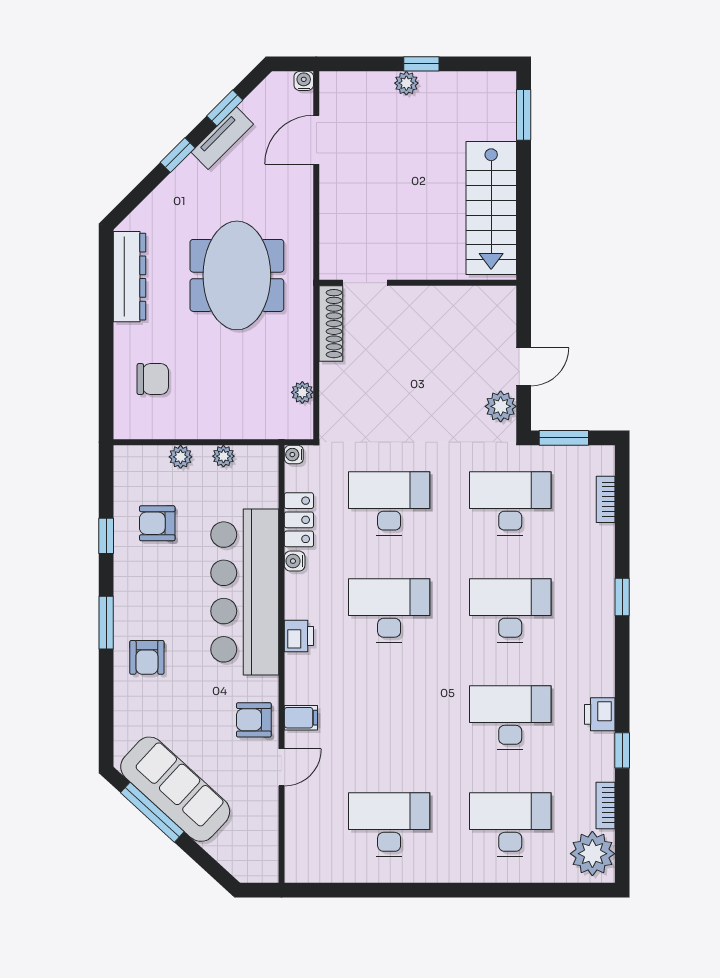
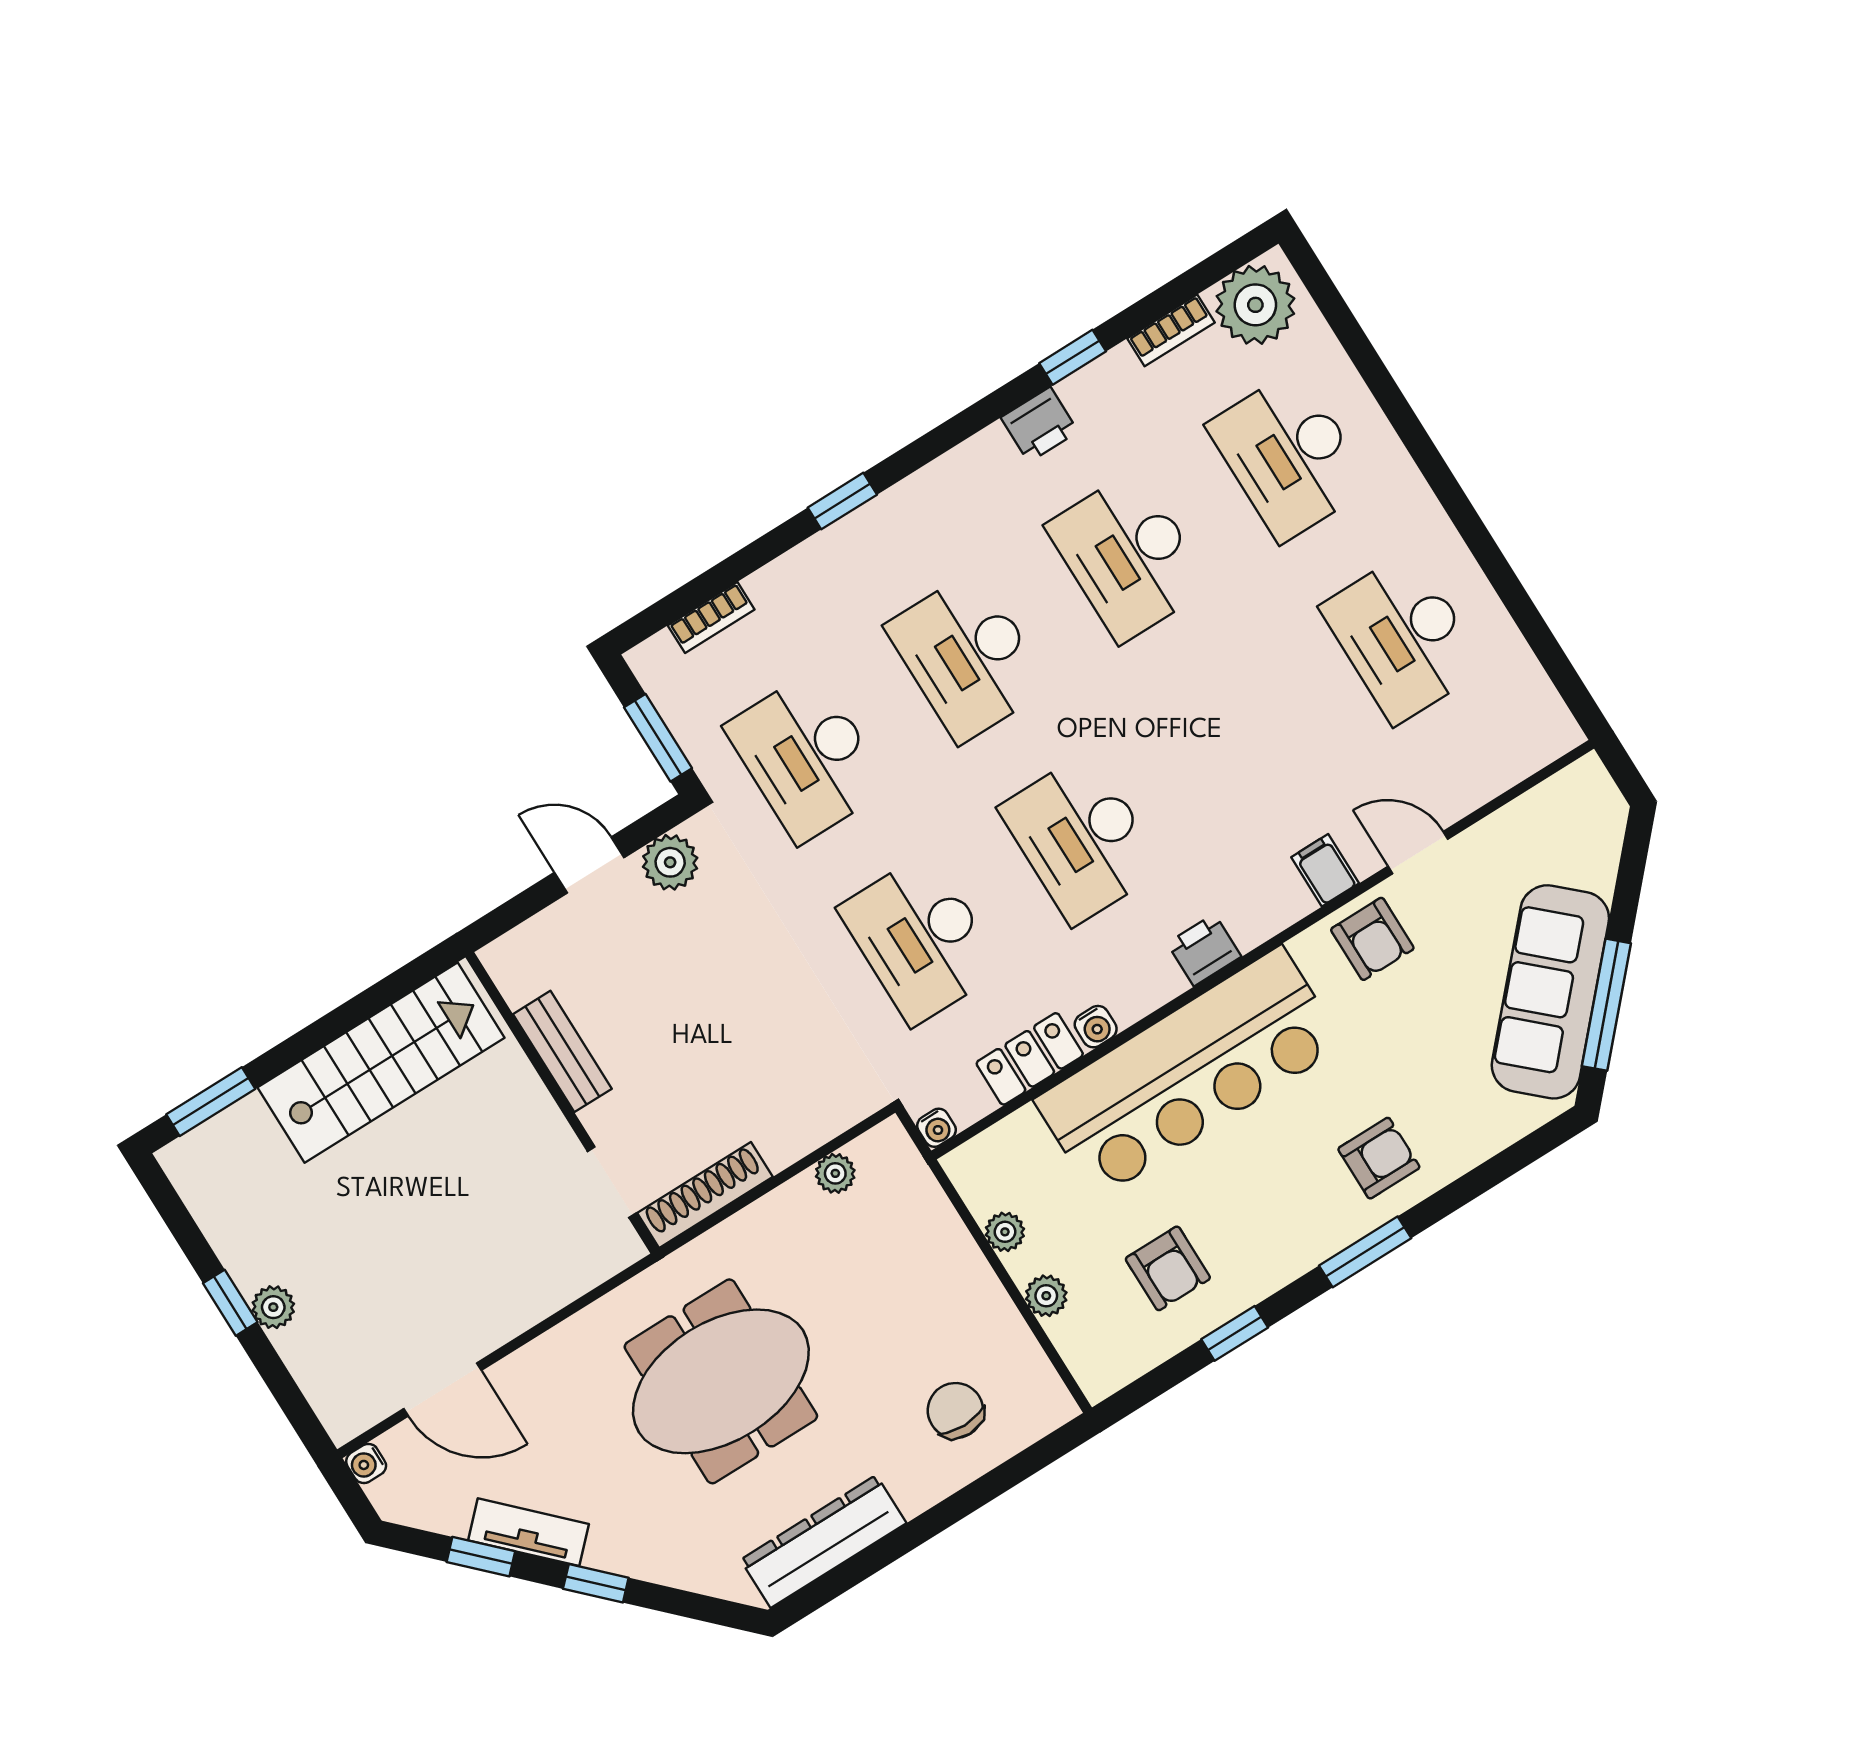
bench: (442, 298) -> (562, 1051), added

